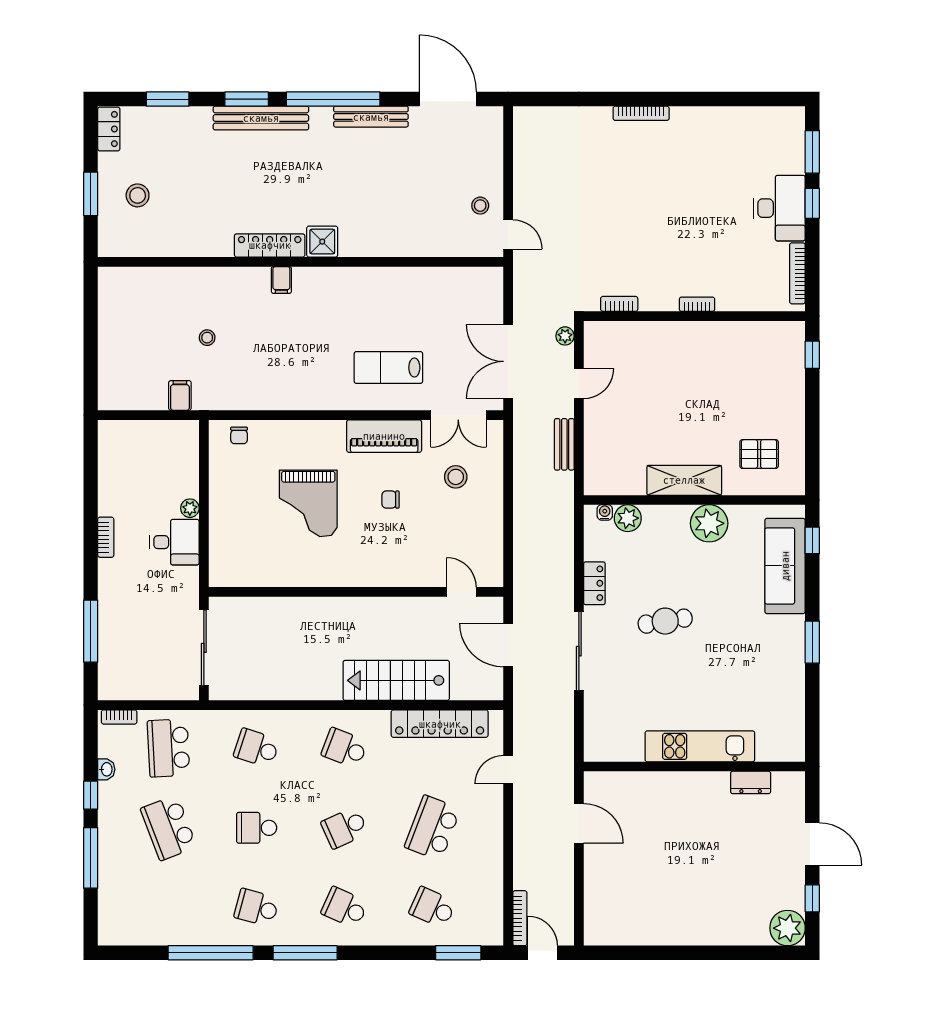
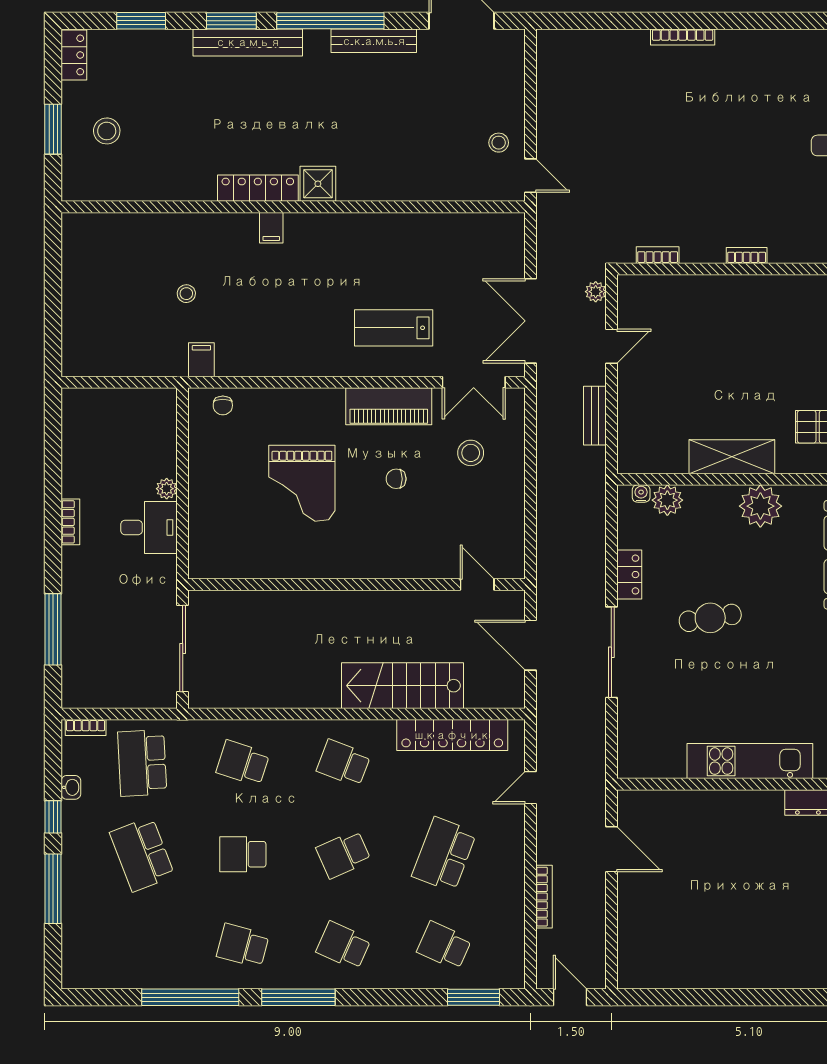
filing cabinet: (180, 395) -> (201, 360), moved
bookcase: (520, 918) -> (544, 897), moved

